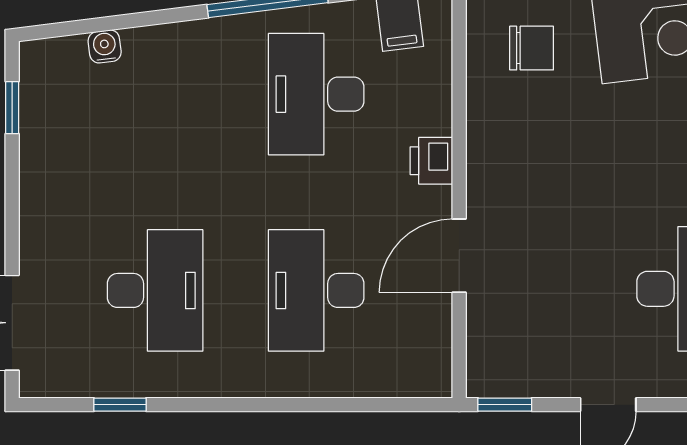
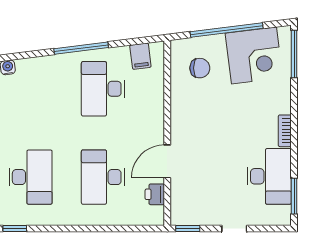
printer: (431, 161) -> (155, 194), moved

